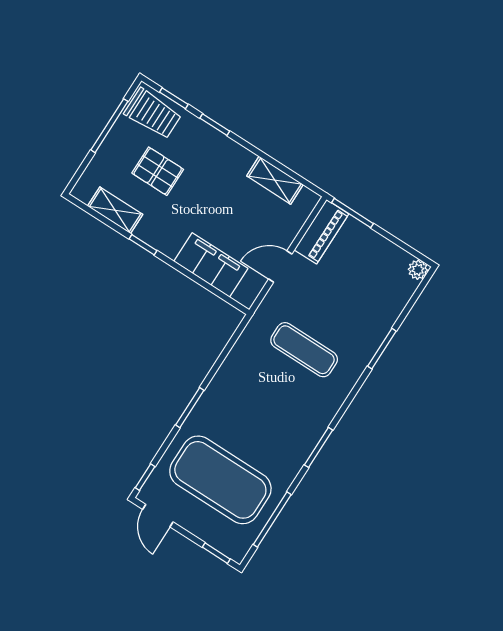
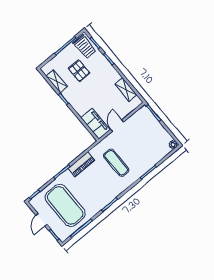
piano: (321, 232) -> (81, 164), moved
filing cabinet: (211, 265) -> (95, 124), moved
door: (280, 267) -> (117, 126), hinge flipped
door: (158, 516) -> (41, 220), moved

